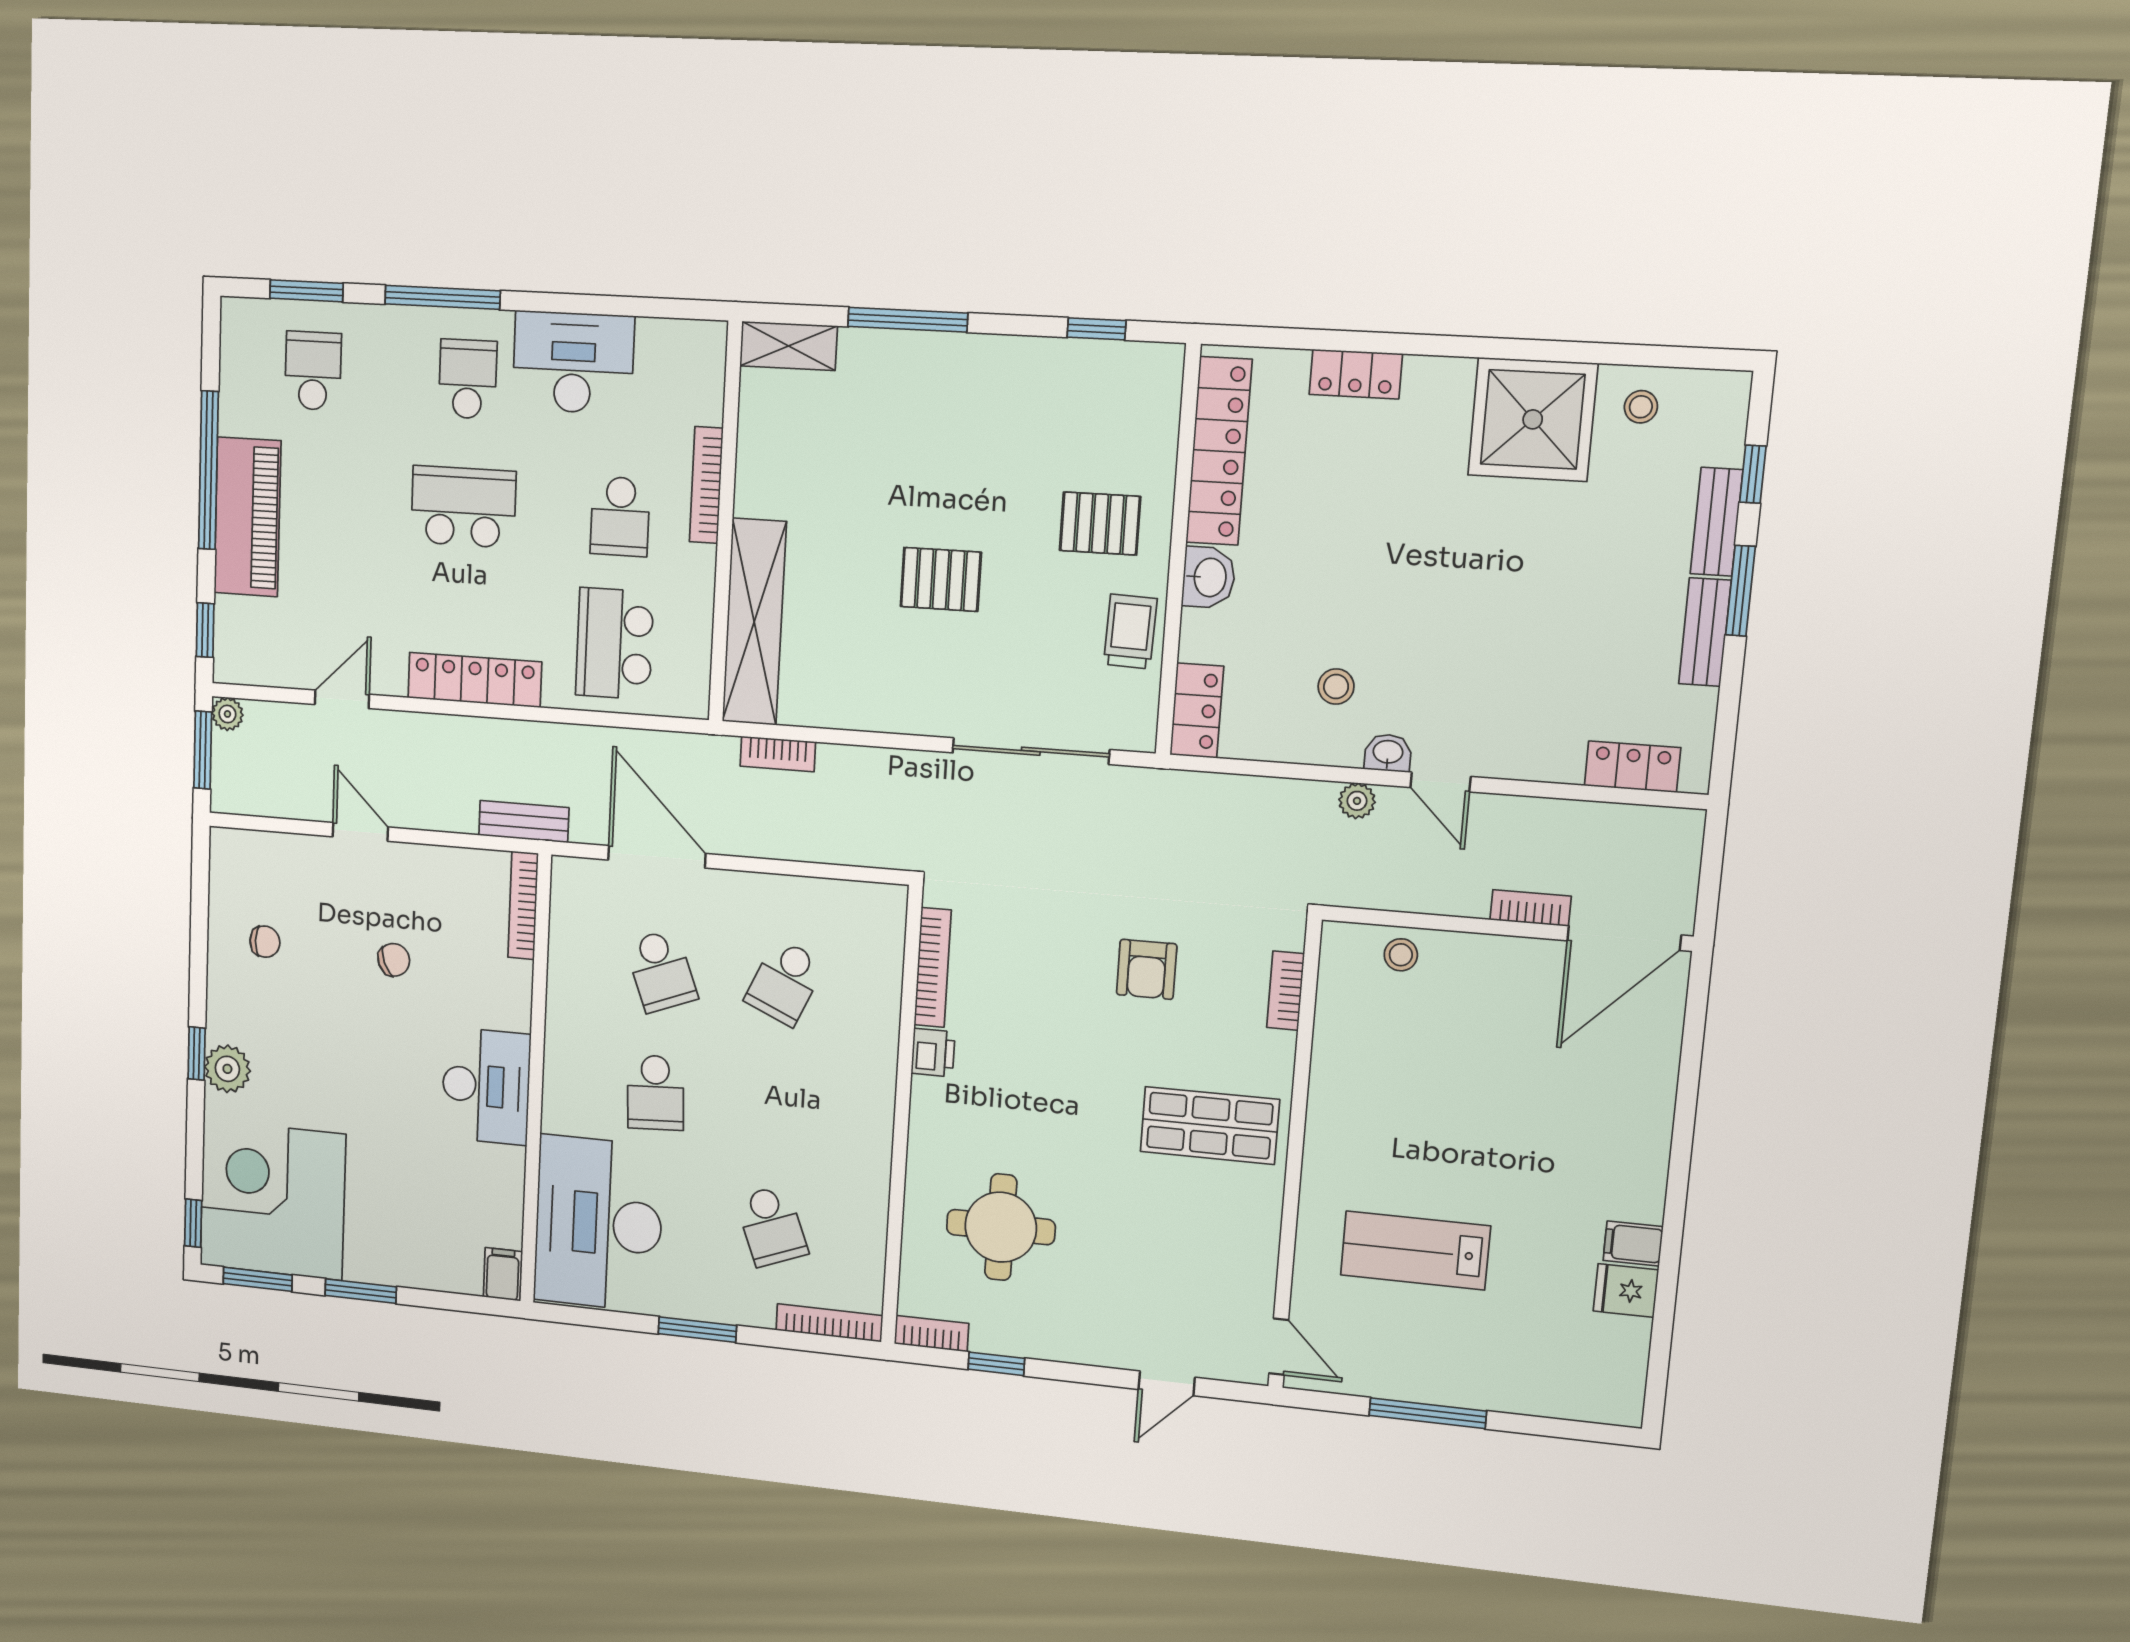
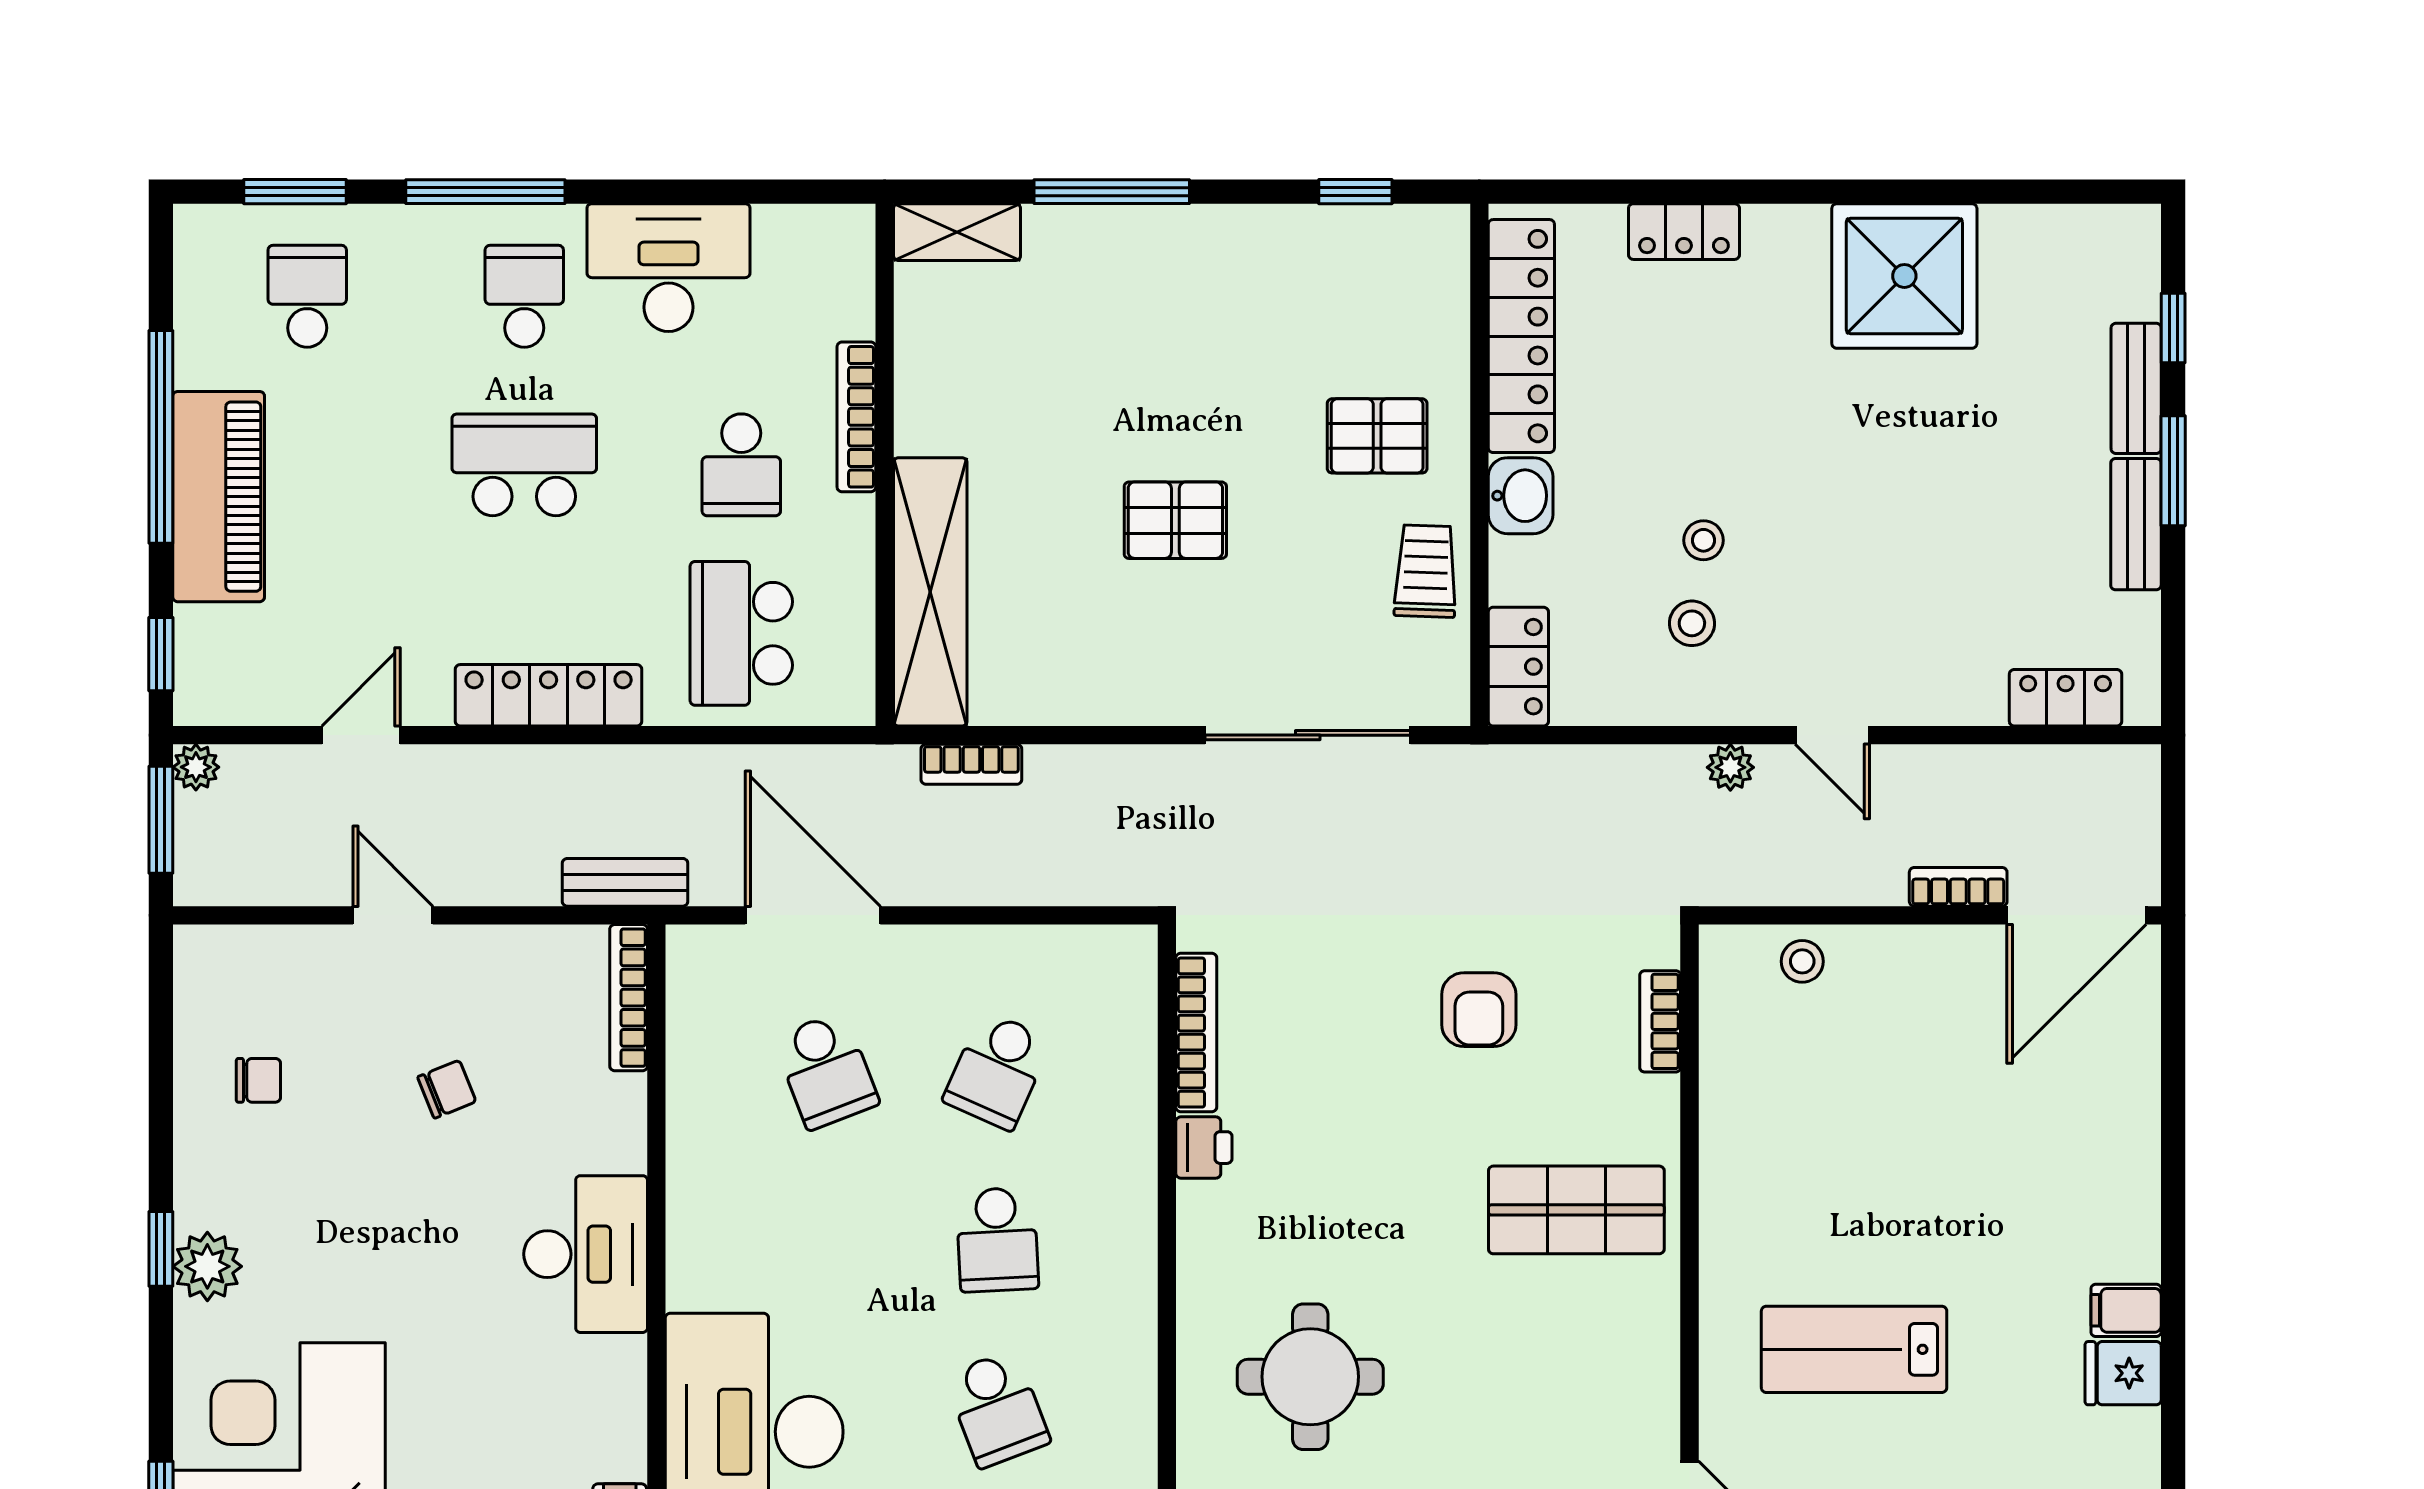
stool: (1641, 407) -> (1704, 540), moved
washbasin: (1388, 753) -> (1764, 703), removed
school desk: (655, 1093) -> (997, 1240), moved

